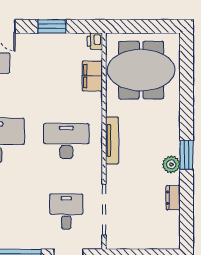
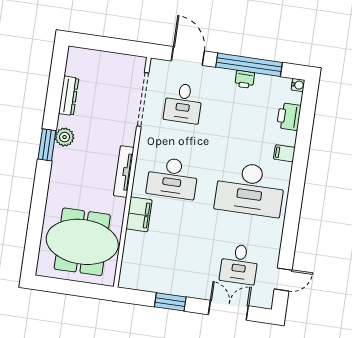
printer: (95, 41) -> (245, 79), moved, turned 90
filing cabinet: (92, 76) -> (139, 214), moved
dresser: (173, 198) -> (69, 96), width x1.44

